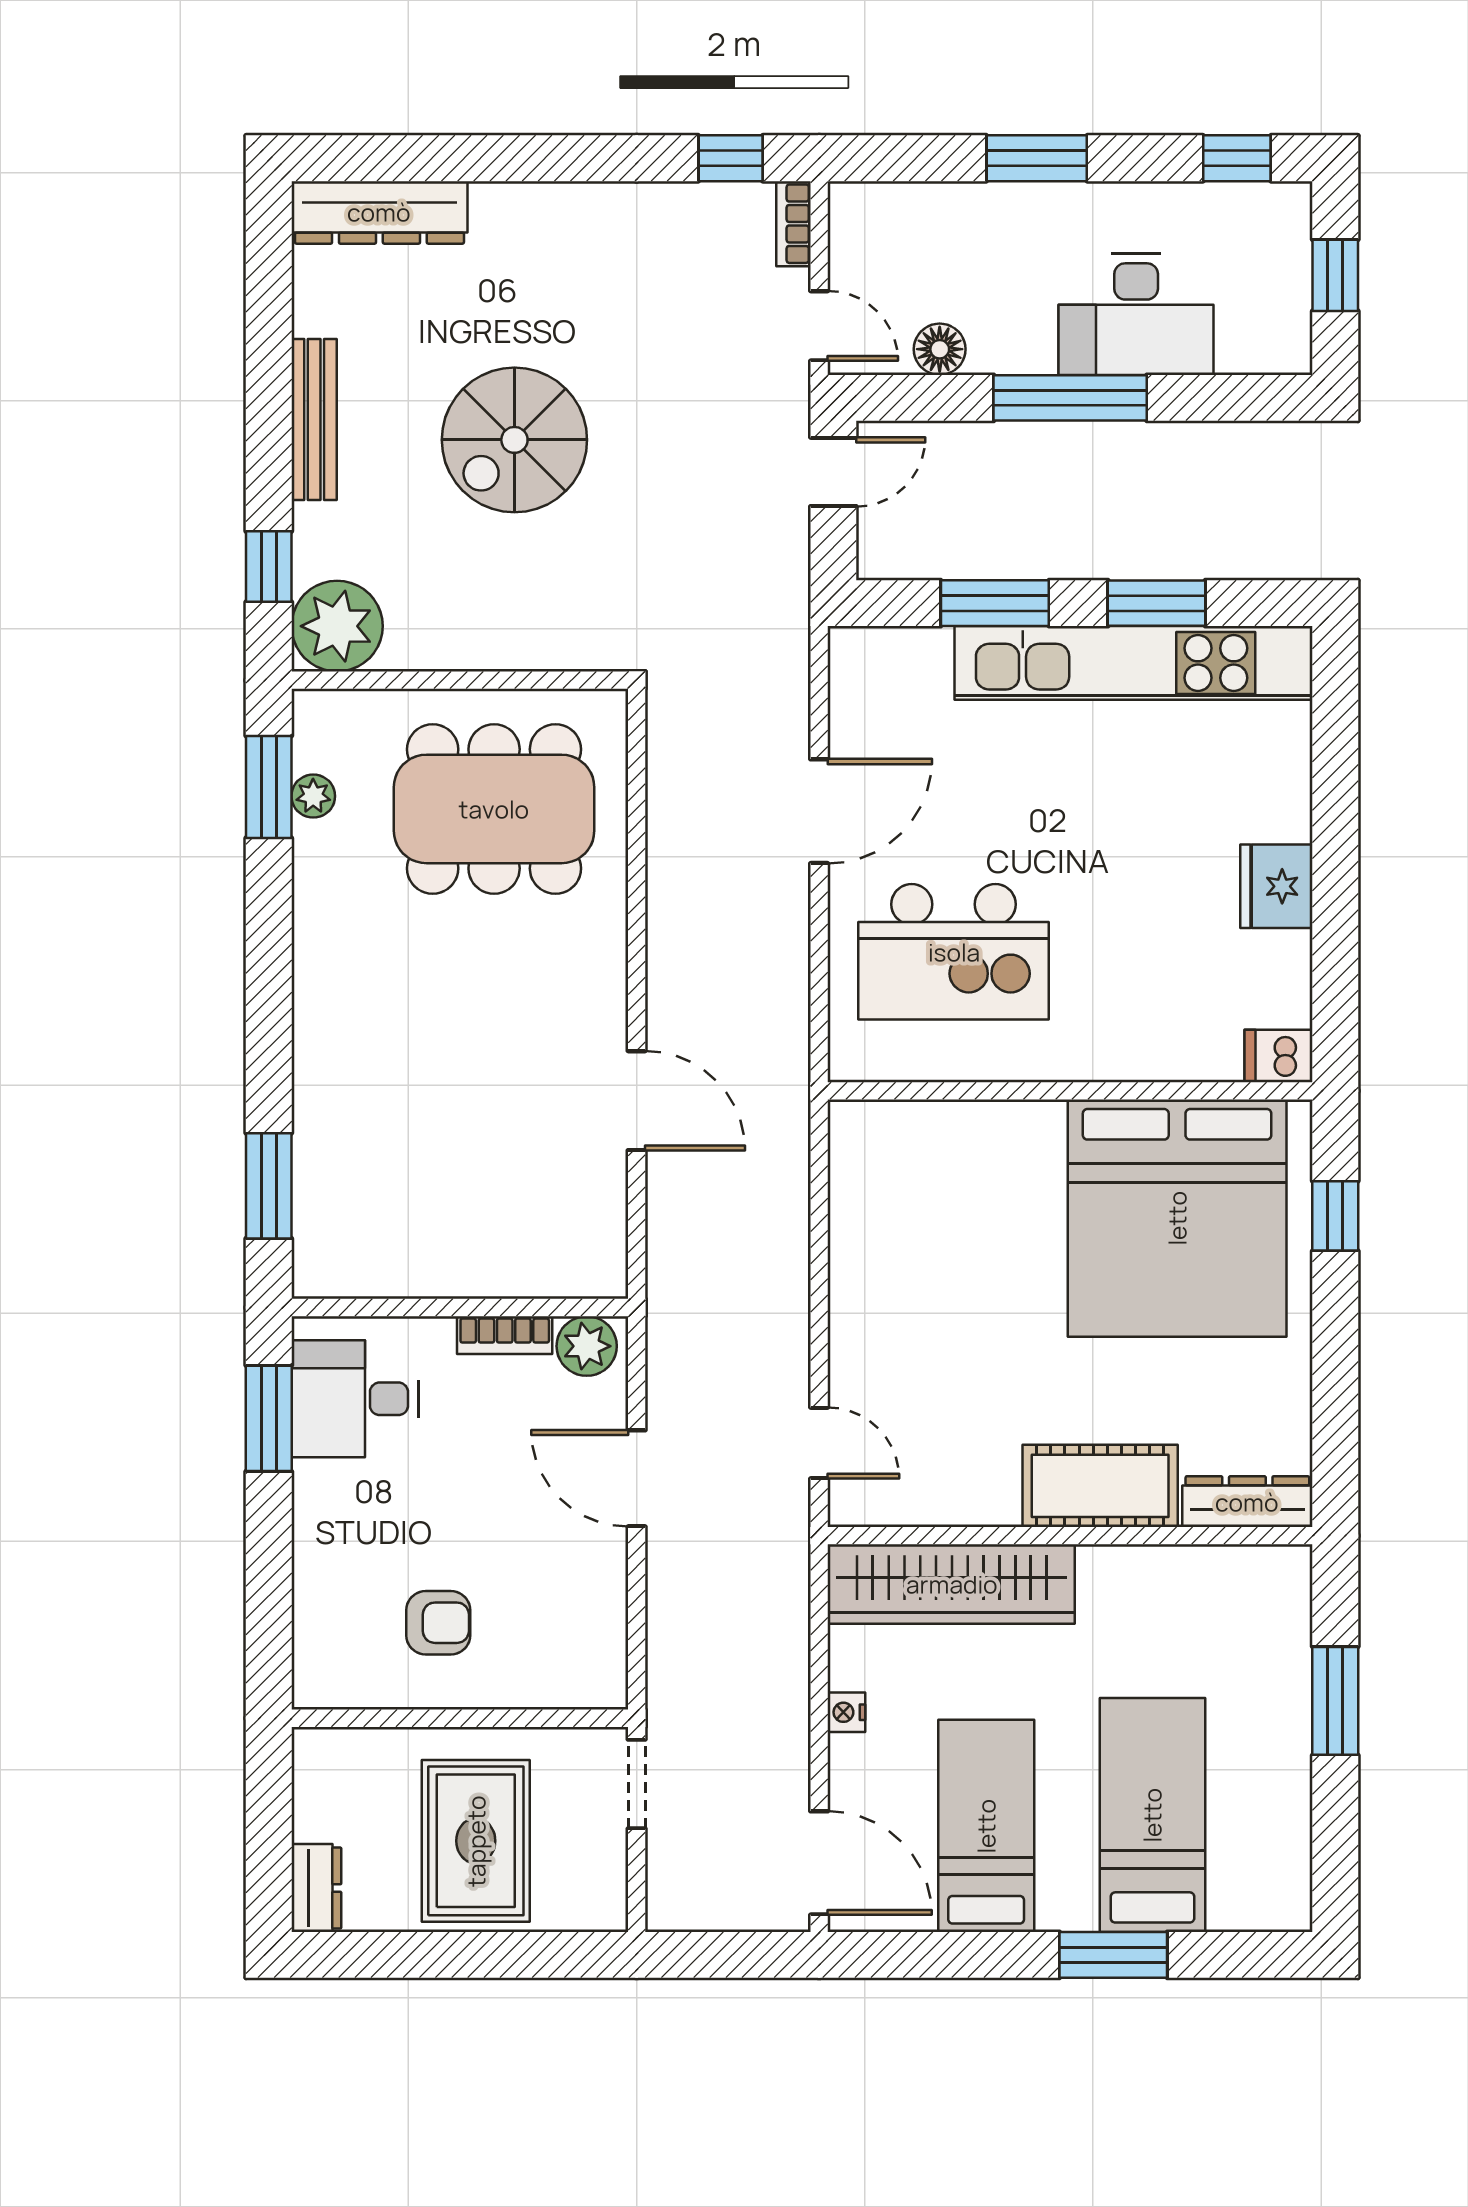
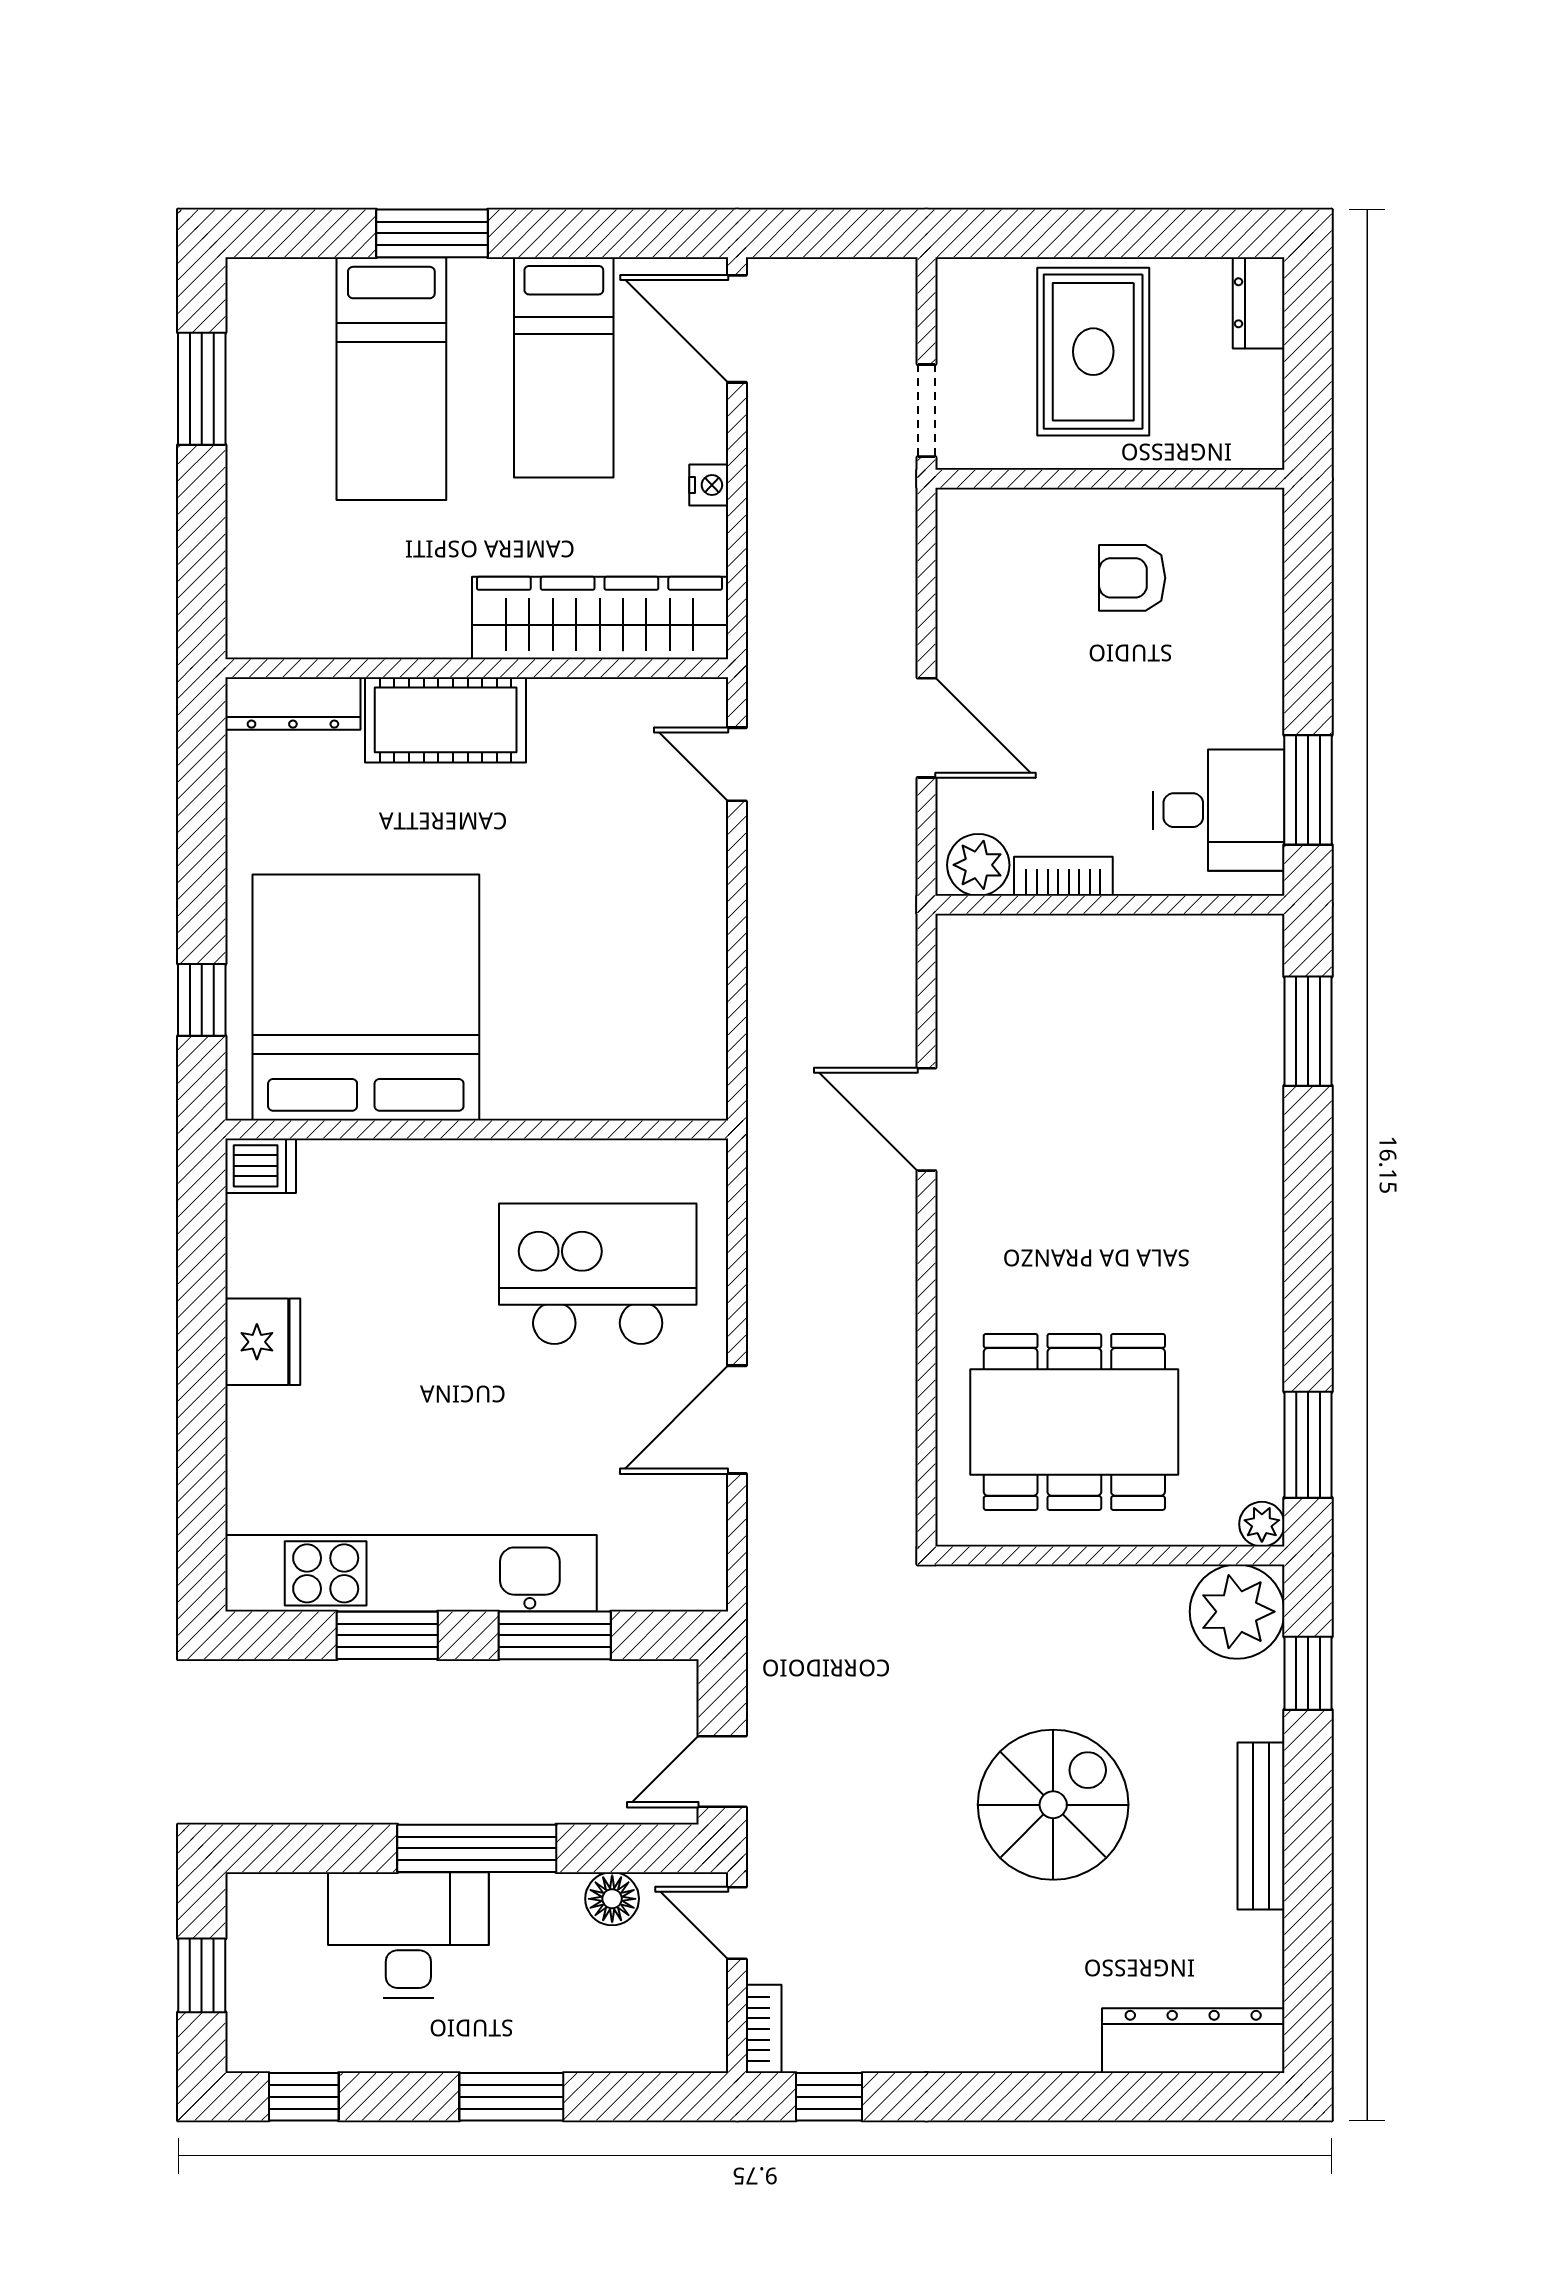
plant: (313, 796) -> (1262, 1524), moved
window: (1335, 1701) -> (202, 389), moved

